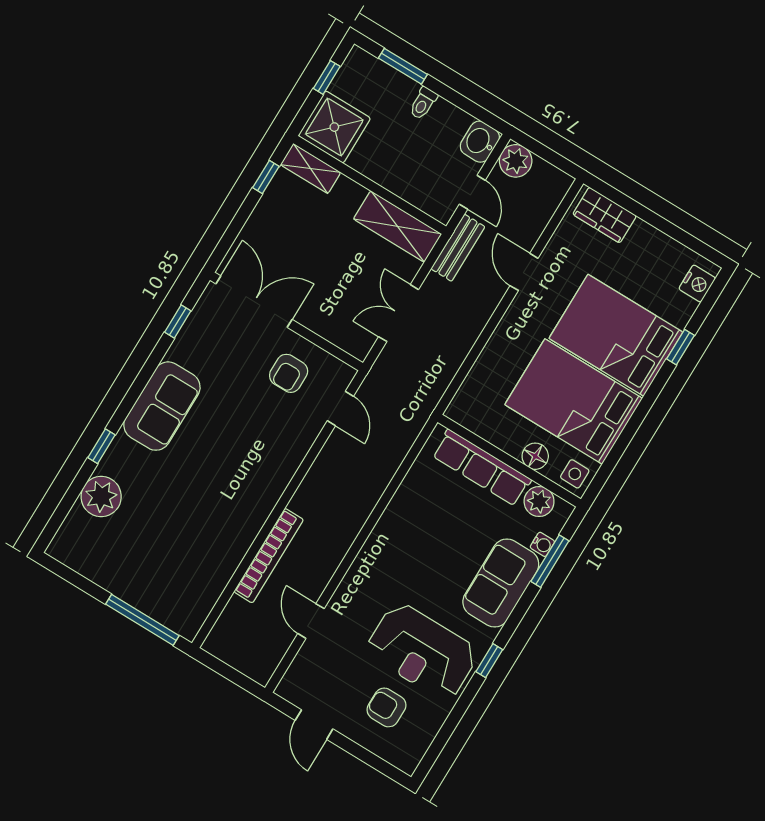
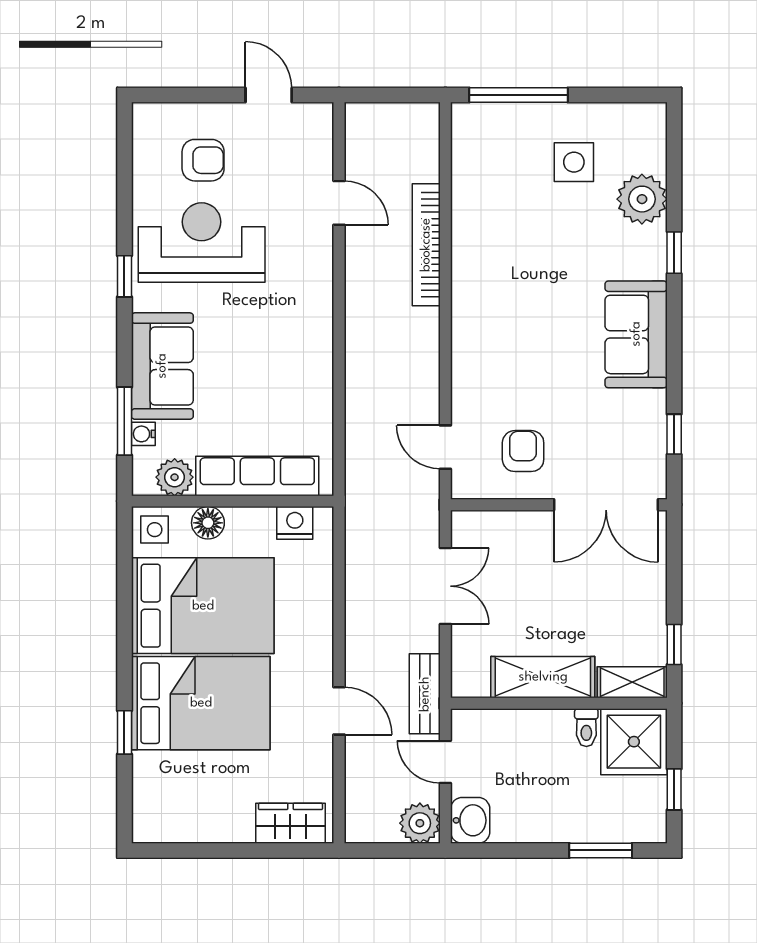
toilet: (423, 103) -> (586, 728), moved, turned 180
shelving: (397, 226) -> (543, 677), moved
nightstand: (697, 283) -> (295, 523), moved, turned 90
side table: (132, 551) -> (574, 162), added

